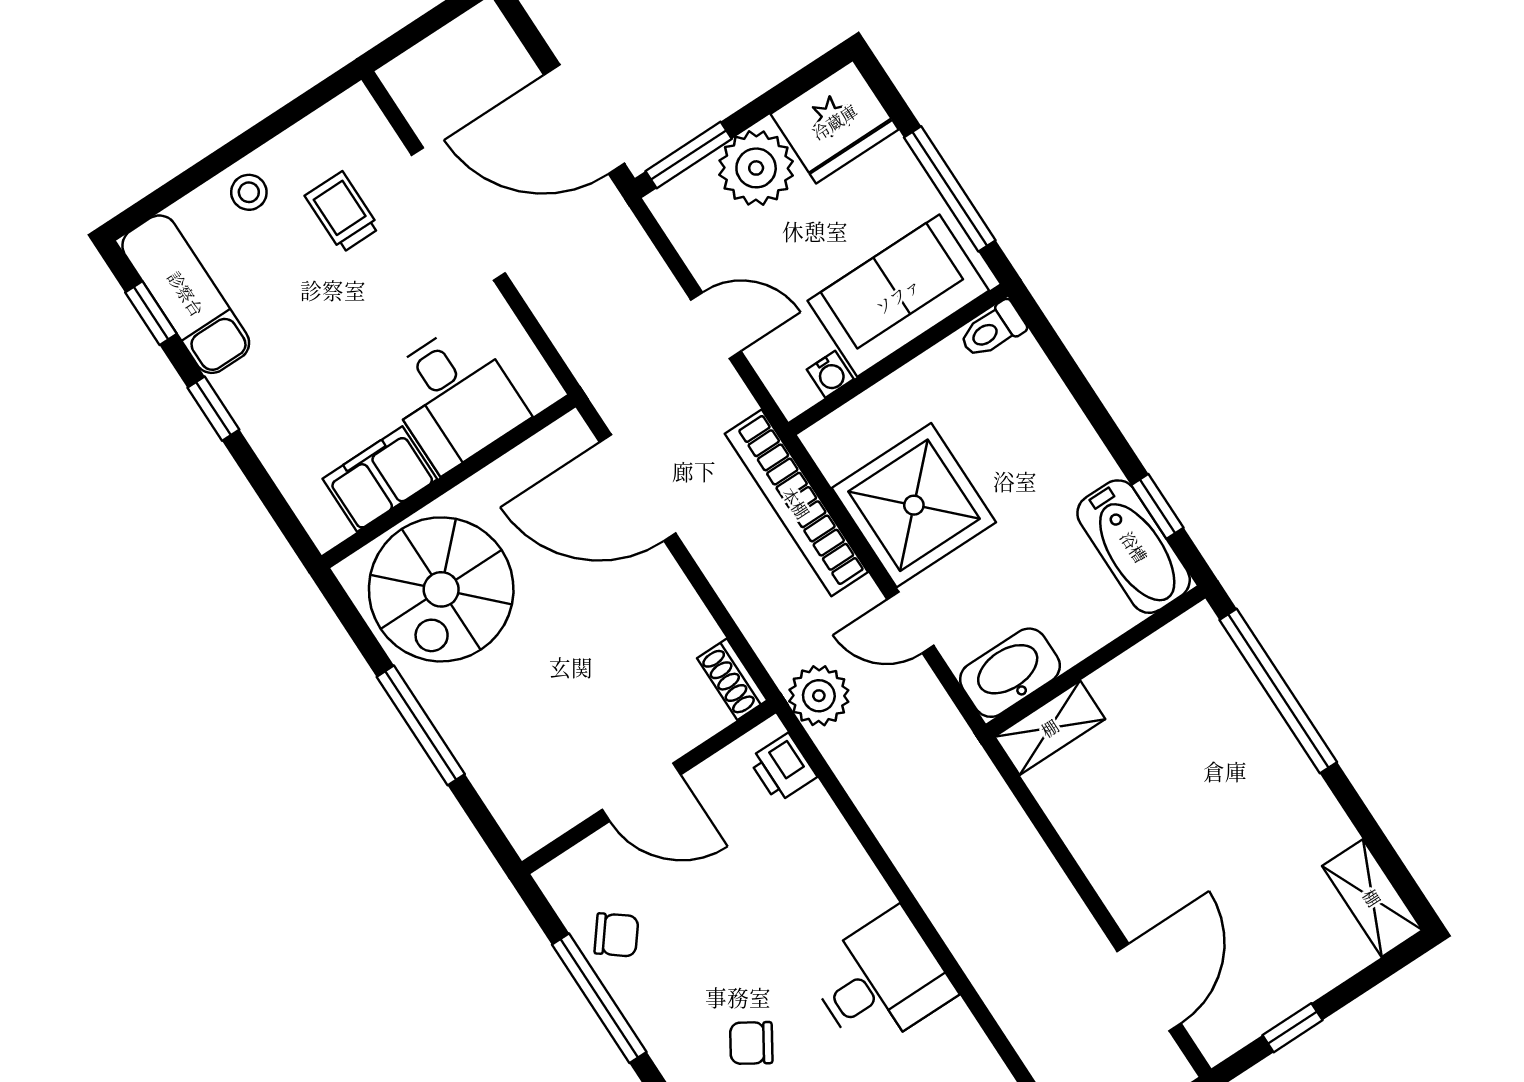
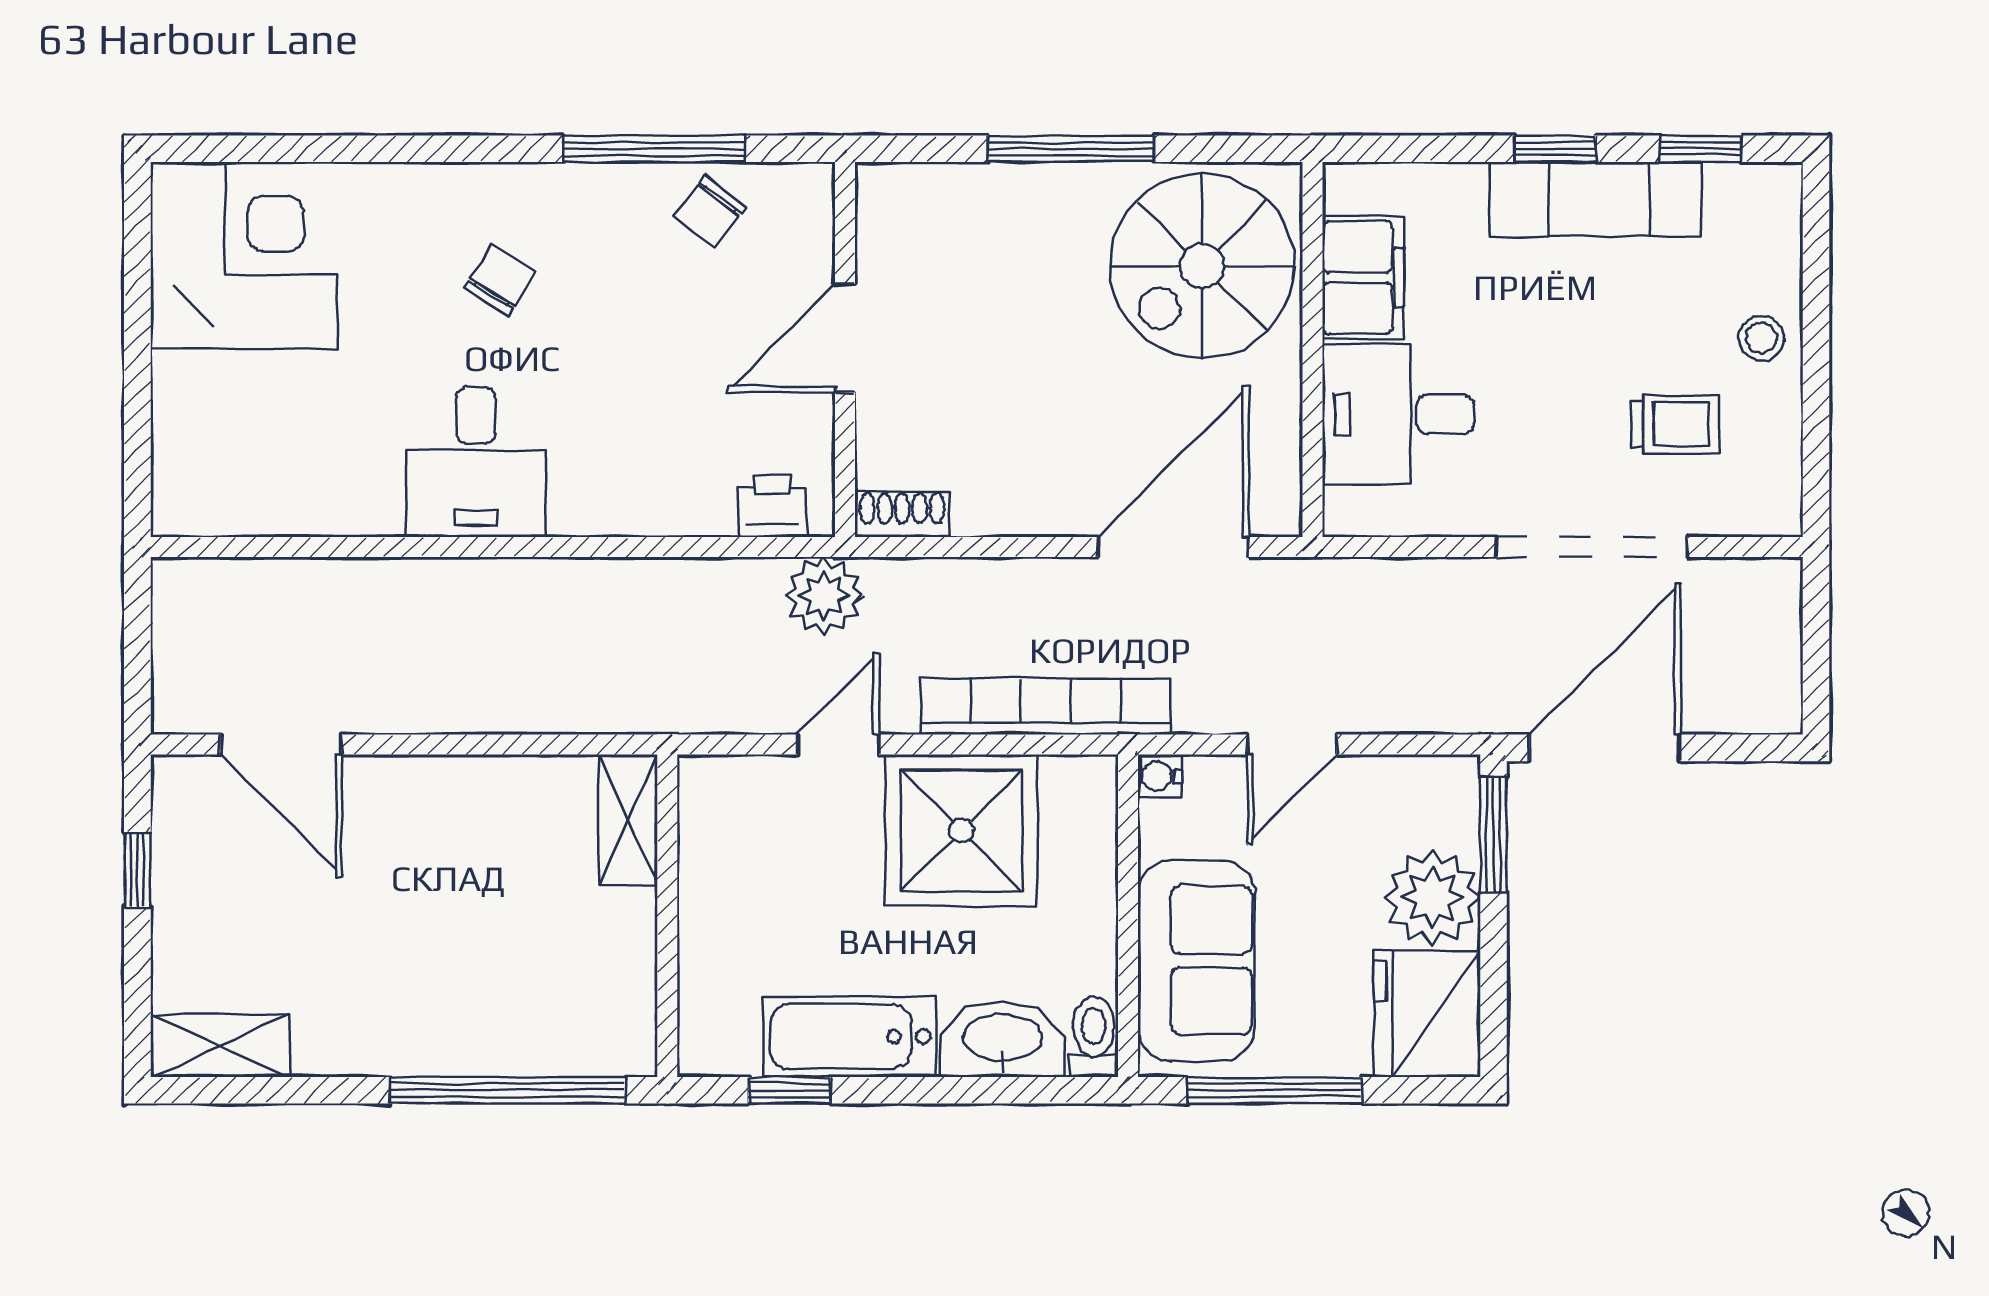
exam couch: (186, 294) -> (1596, 199), moved
water cooler: (830, 374) -> (1160, 776), moved
bathtub: (1134, 547) -> (849, 1036), moved
spiral stairs: (441, 589) -> (1202, 266), turned -90
washbasin: (1010, 673) -> (1002, 1039), moved, turned -90

